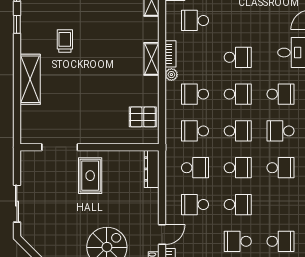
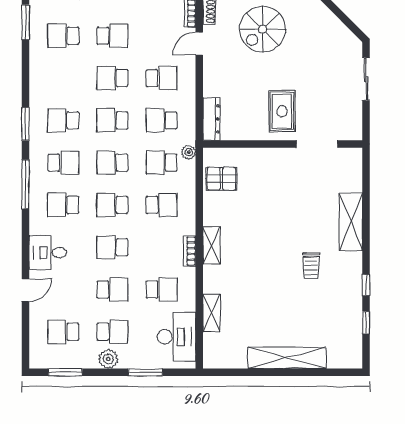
school desk: (238, 20) -> (112, 289), added
plant: (171, 75) -> (189, 152), moved
school desk: (195, 131) -> (162, 163), turned 180

